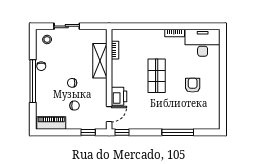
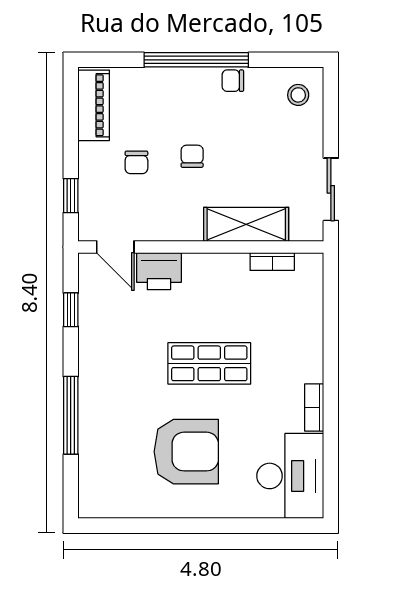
sliding door: (67, 26) -> (331, 189), moved
armchair: (193, 85) -> (186, 452), width x1.88, depth x1.88
window: (122, 132) -> (71, 310), moved

